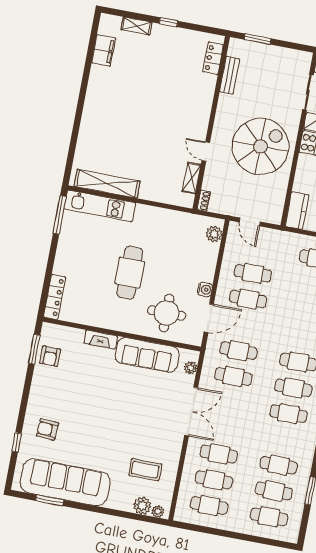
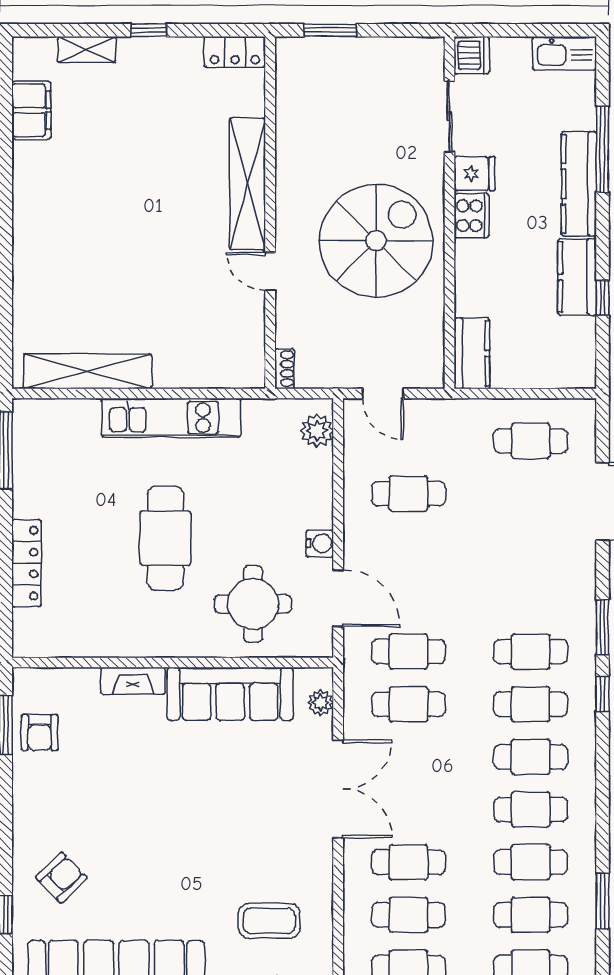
locker: (213, 58) -> (235, 52), moved, turned -90
bench: (230, 75) -> (289, 112), removed
shelving: (192, 178) -> (247, 184), moved, width x2.20, depth x1.33
kitchen unit: (100, 206) -> (171, 418), moved
locker: (55, 297) -> (26, 563), moved
cafe table: (248, 299) -> (531, 810), moved
door: (209, 318) -> (338, 598), hinge flipped
armchair: (47, 429) -> (61, 878), turned 132

